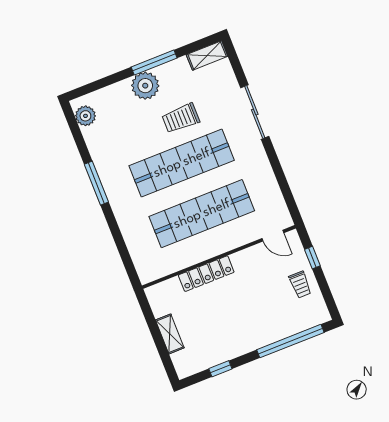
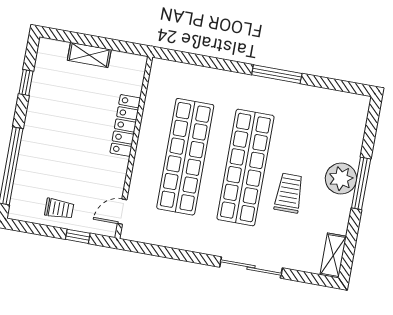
window: (154, 62) -> (361, 183), moved
plant: (85, 116) -> (348, 104), removed
trolley: (300, 285) -> (59, 209), turned 180

